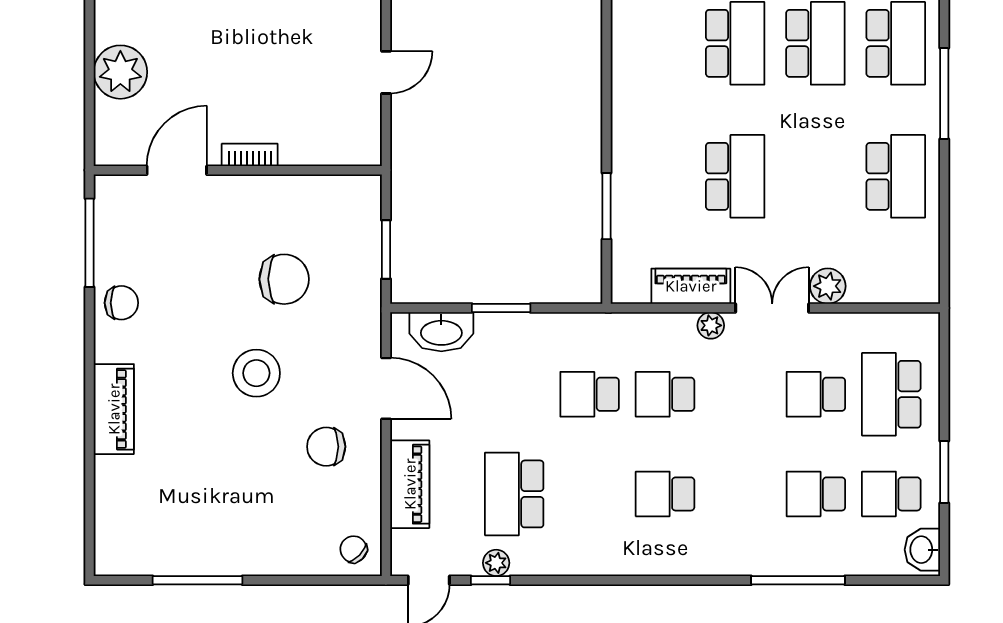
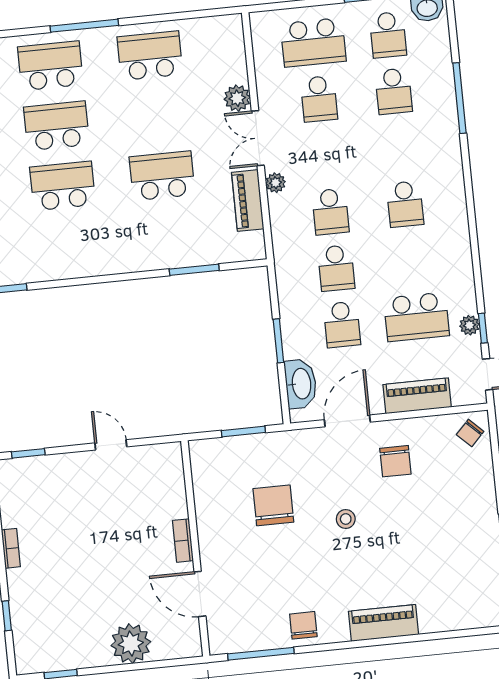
stool: (256, 373) -> (346, 519), width x0.53, depth x0.53
school desk: (514, 394) -> (342, 324), added

